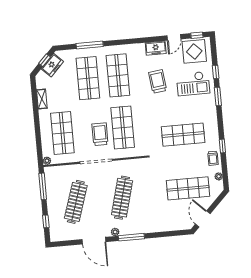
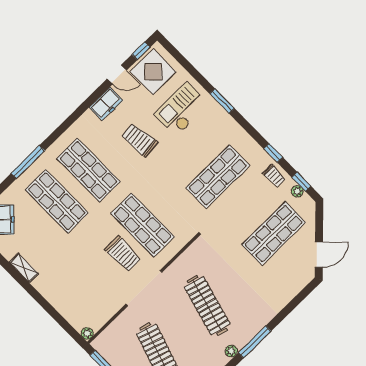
door: (174, 37) -> (117, 75), hinge flipped
window: (216, 72) -> (301, 182), moved
checkout: (193, 84) -> (182, 109), turned 180
shop shelf: (62, 133) -> (79, 287), removed
trolley: (100, 134) -> (123, 254), turned 180
door: (203, 219) -> (319, 255), swing flipped

